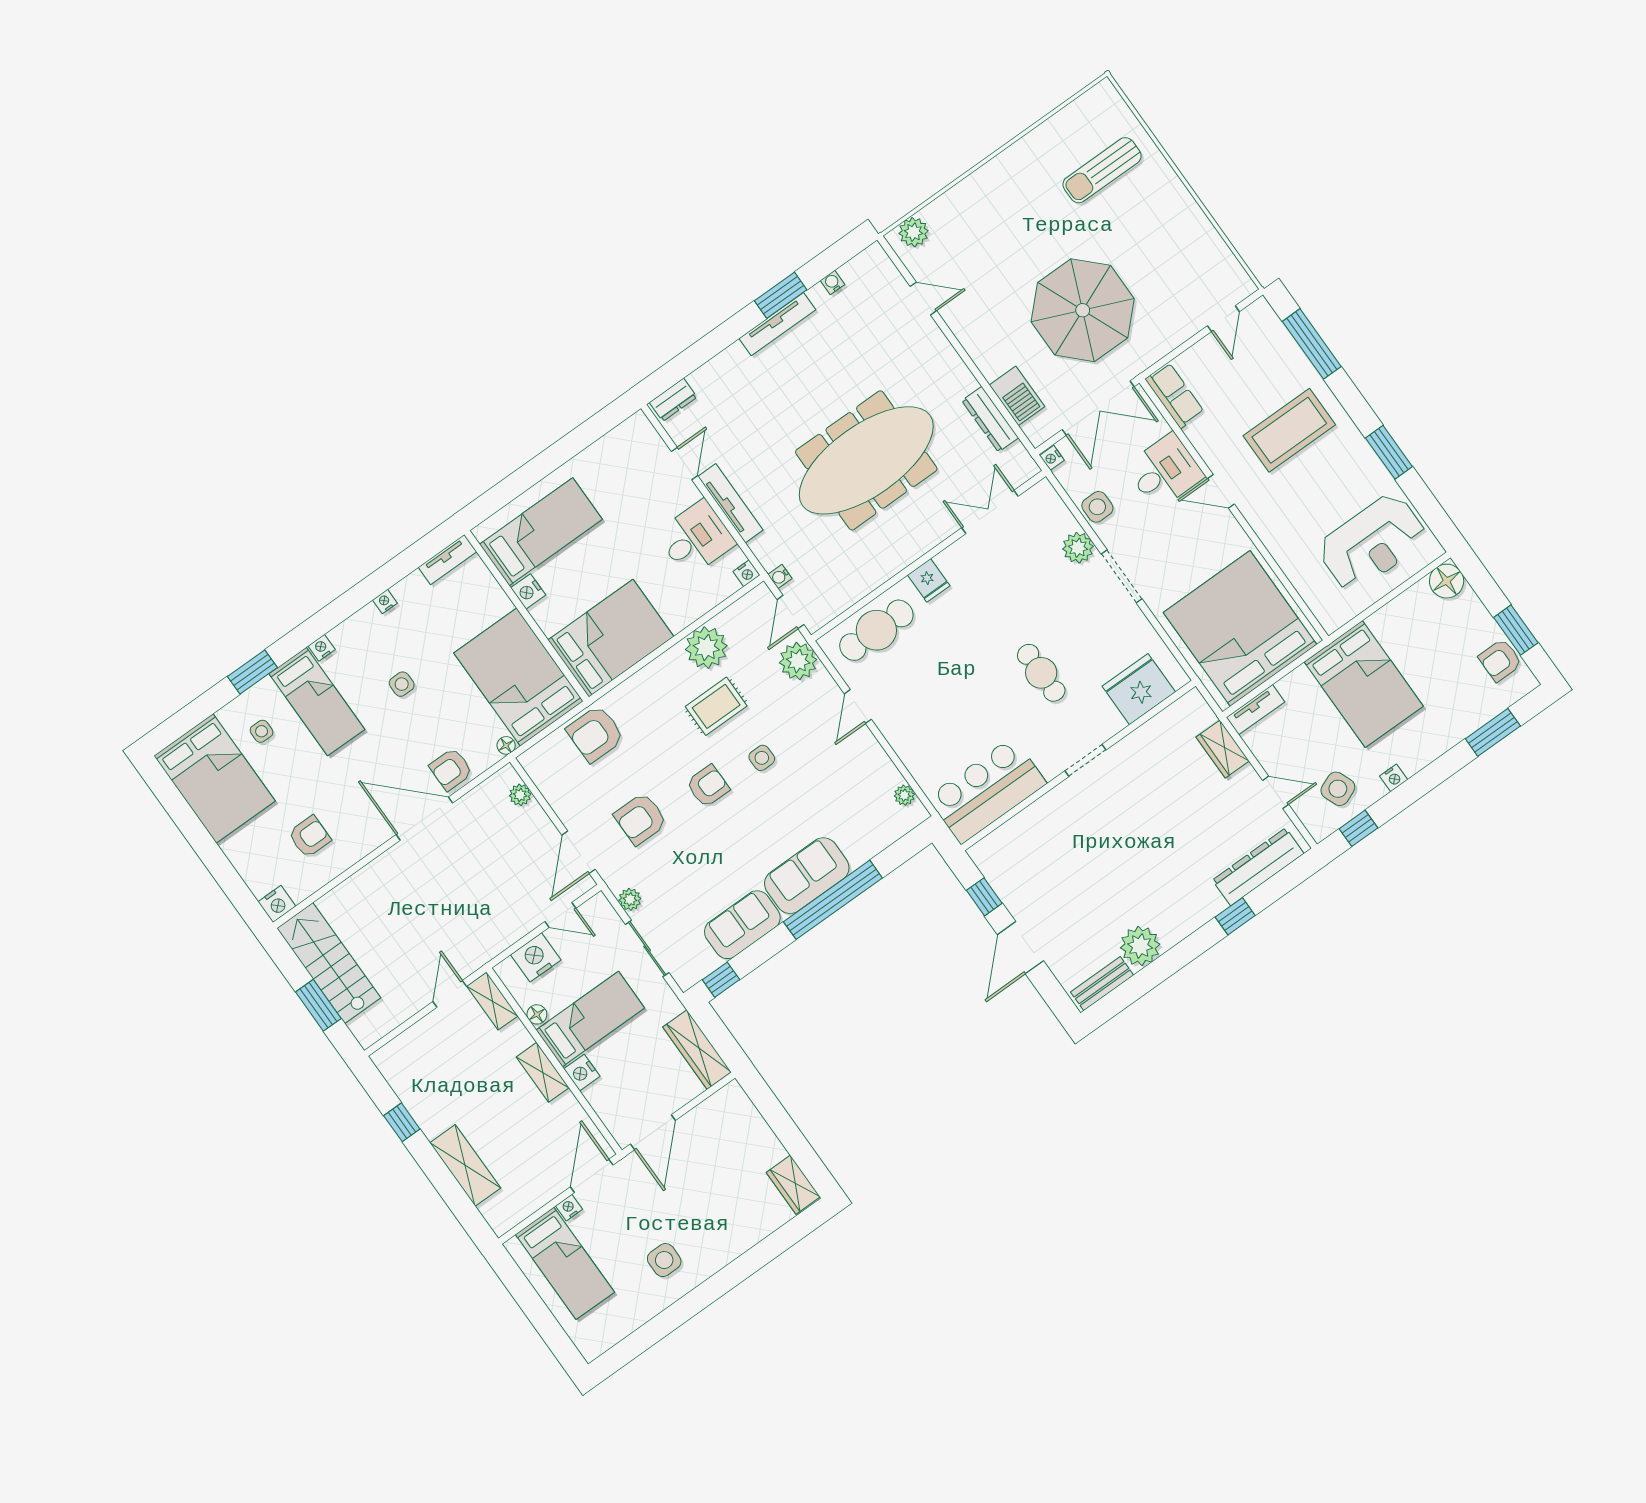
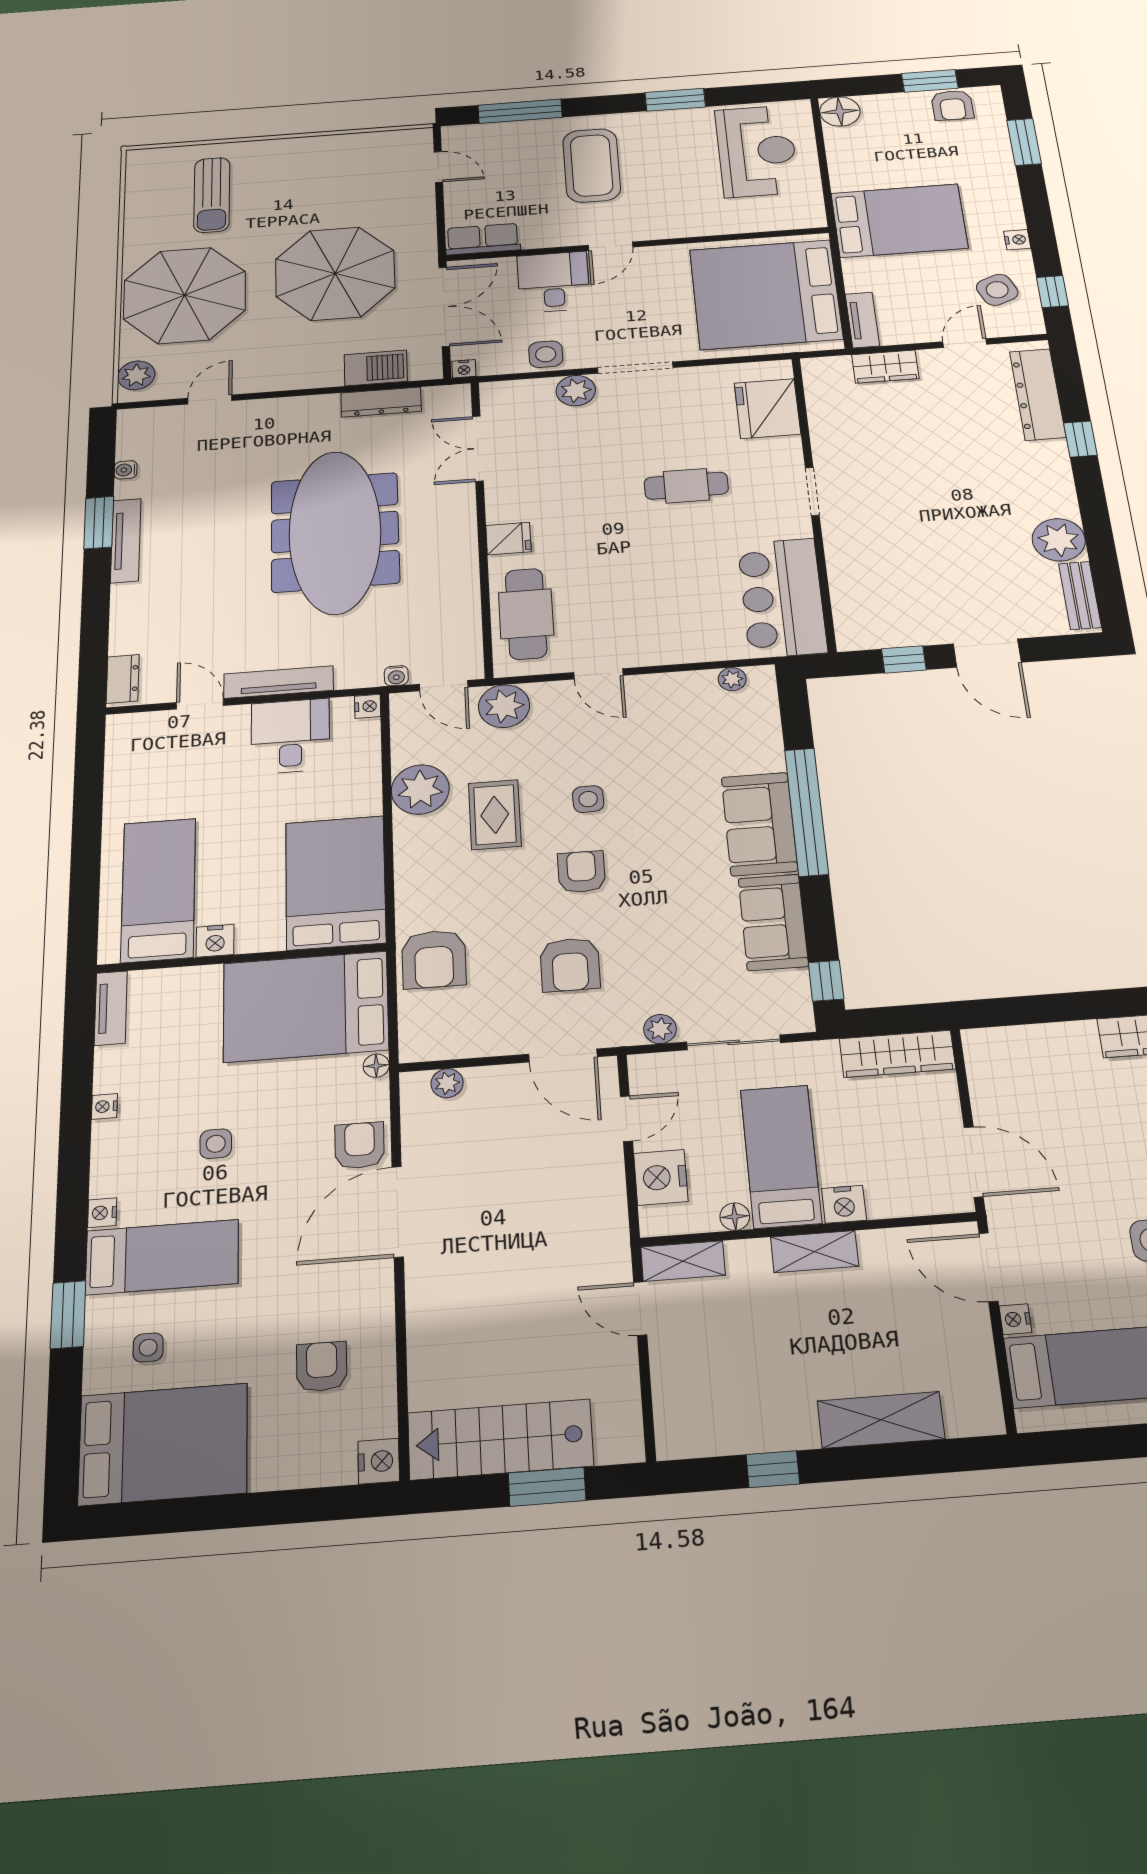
parasol: (1001, 216) -> (185, 295), added
armchair: (451, 769) -> (360, 1145), turned 180

